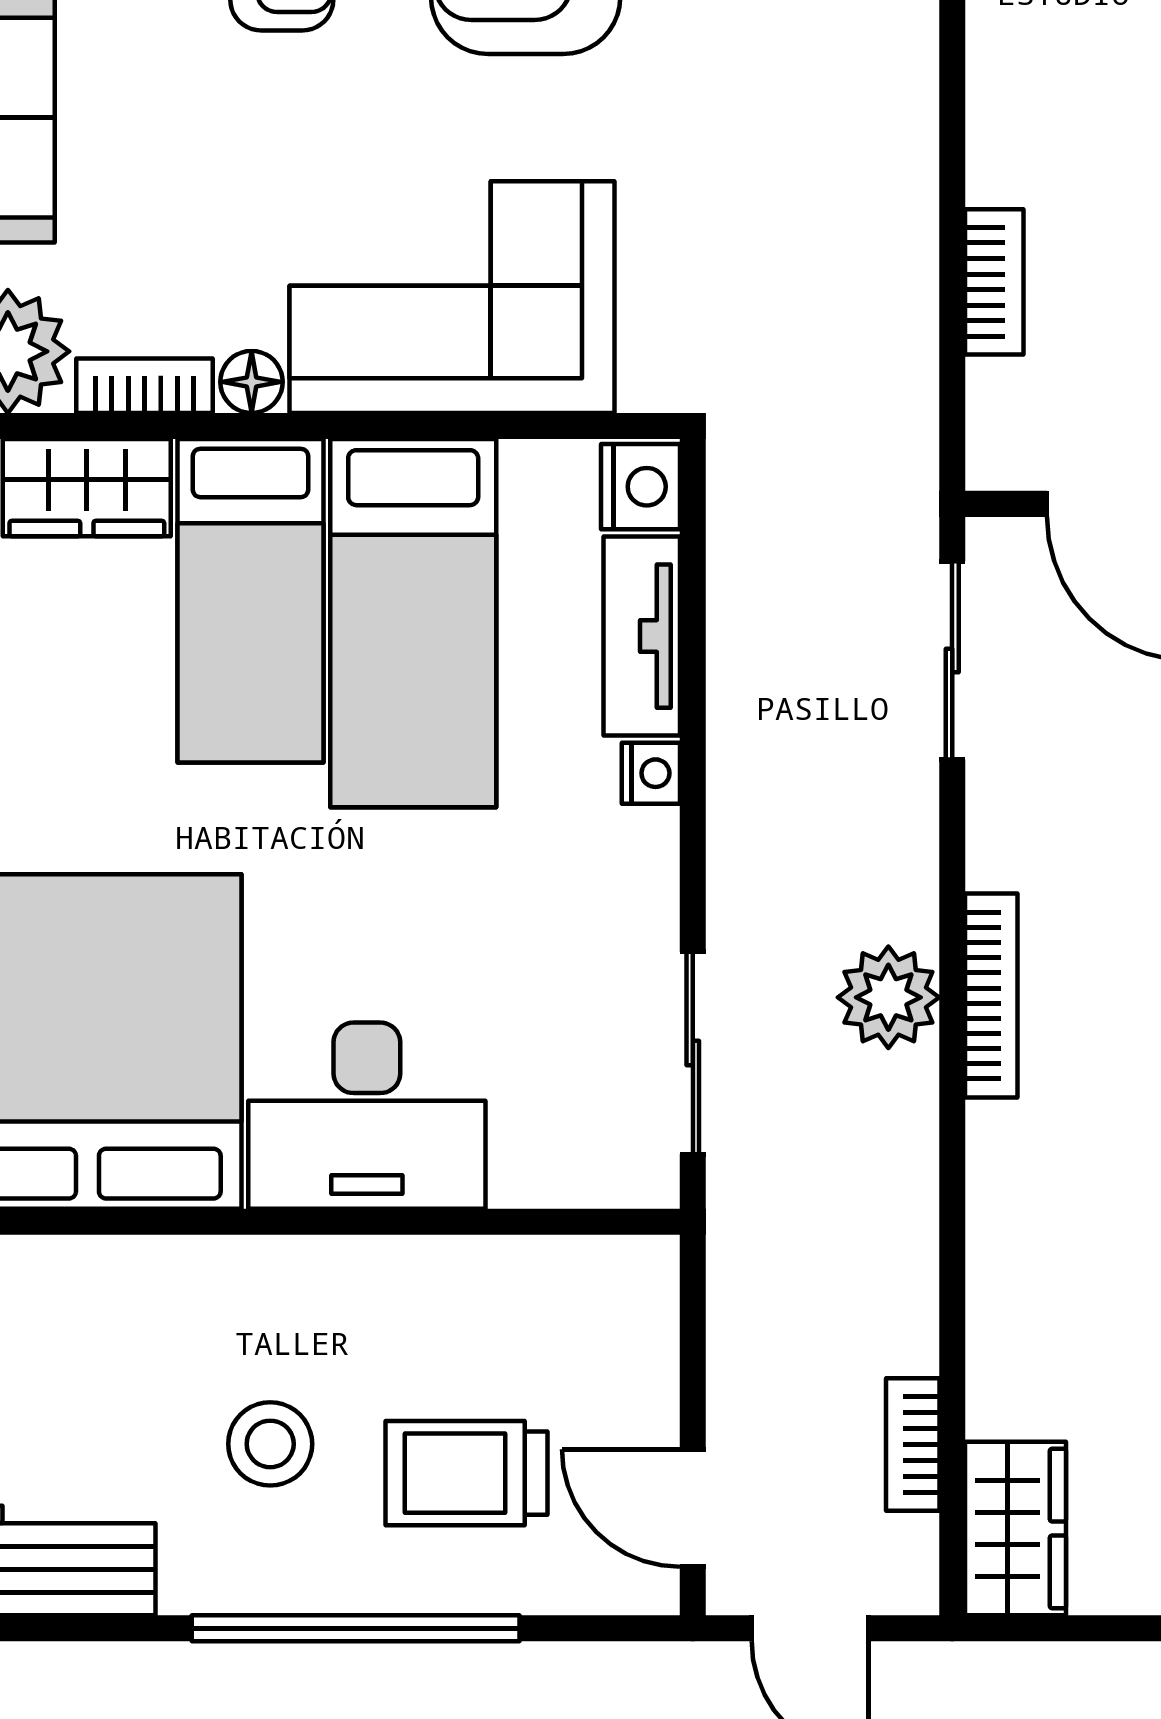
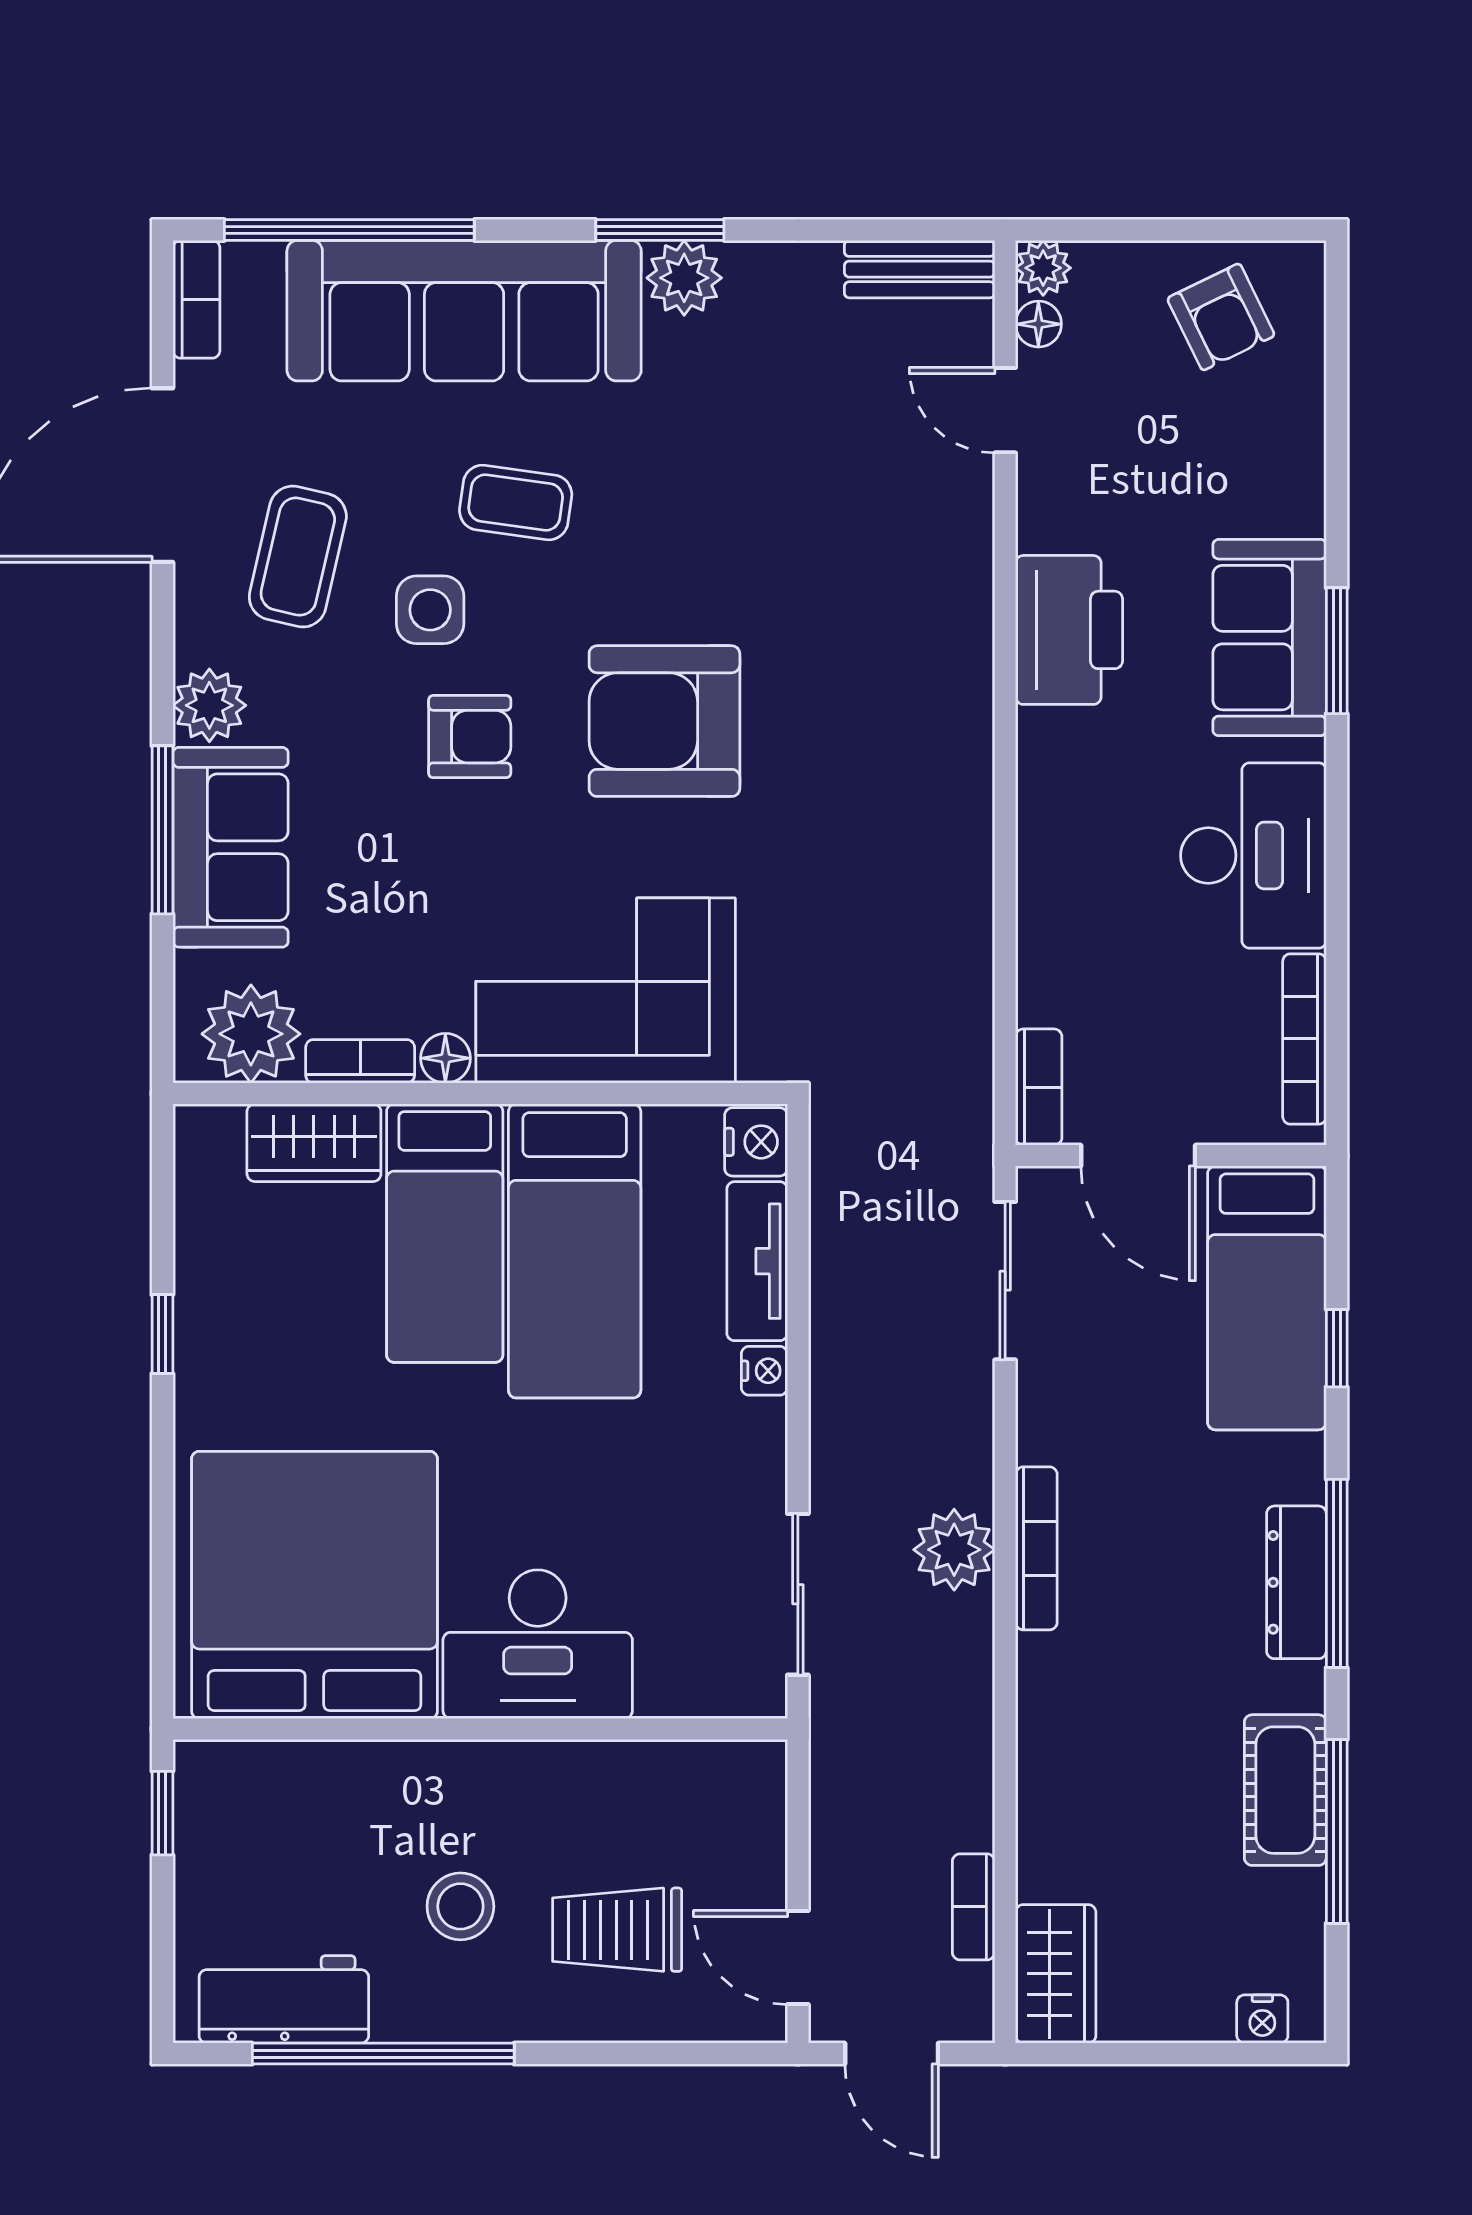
bookcase: (994, 282) -> (1039, 1087), moved
window: (356, 1628) -> (383, 2054), moved

